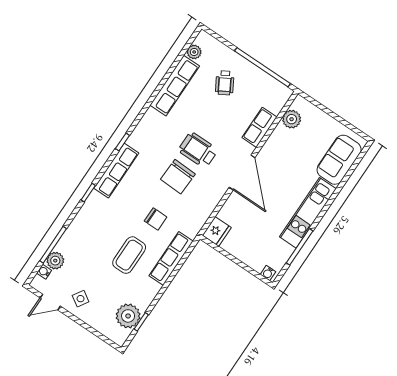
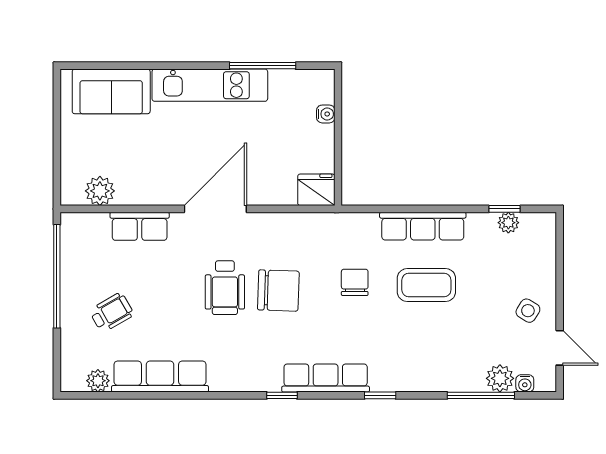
row of seats: (171, 259) -> (423, 226), moved
water cooler: (268, 273) -> (326, 114), moved
plant: (128, 316) -> (508, 223), width x0.53, depth x0.53

